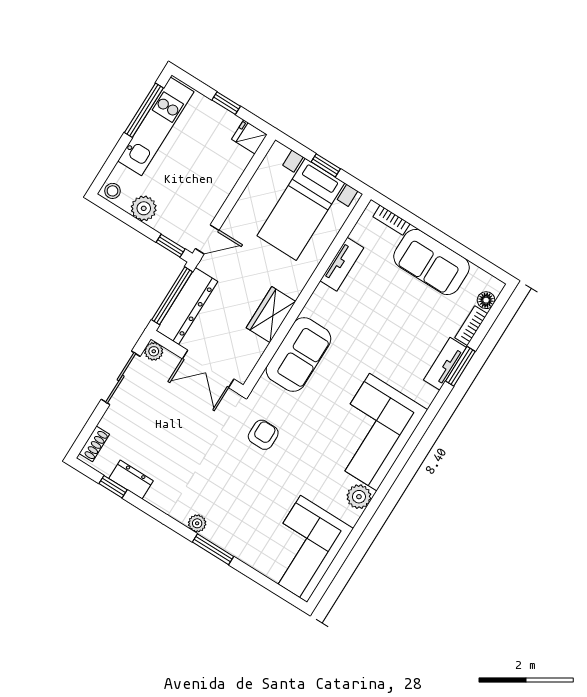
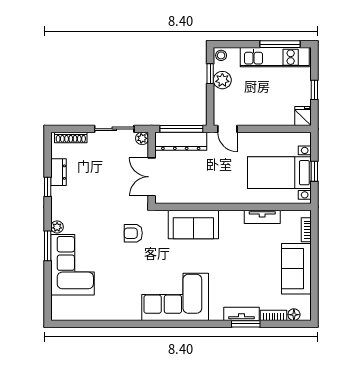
window: (171, 246) -> (210, 74), moved
wardrobe: (271, 315) -> (207, 194), removed
armchair: (263, 435) -> (133, 233), turned 180
shoe rack: (94, 444) -> (71, 137), width x1.43
window: (113, 487) -> (48, 187), moved
plant: (359, 497) -> (132, 312), removed
corner sofa: (304, 549) -> (73, 265), moved, turned 90

